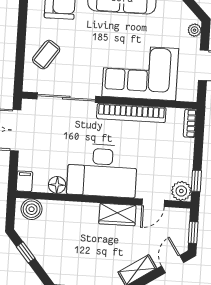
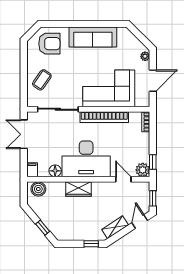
door: (153, 203) -> (123, 179), swing flipped
wardrobe: (117, 215) -> (78, 189), moved
window: (26, 252) -> (43, 228), moved

